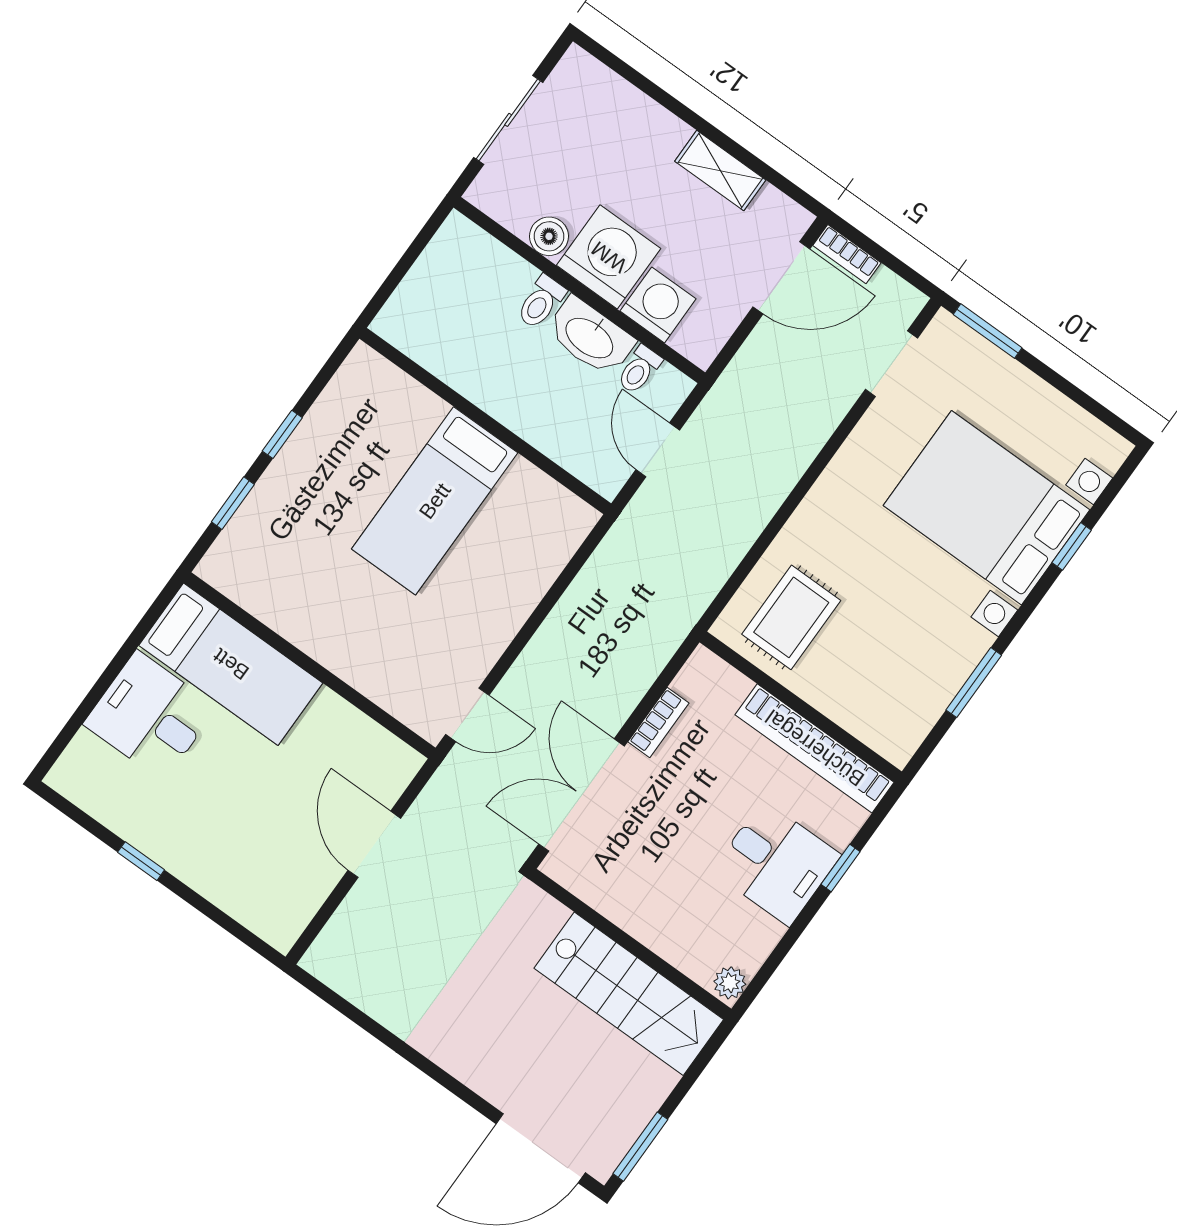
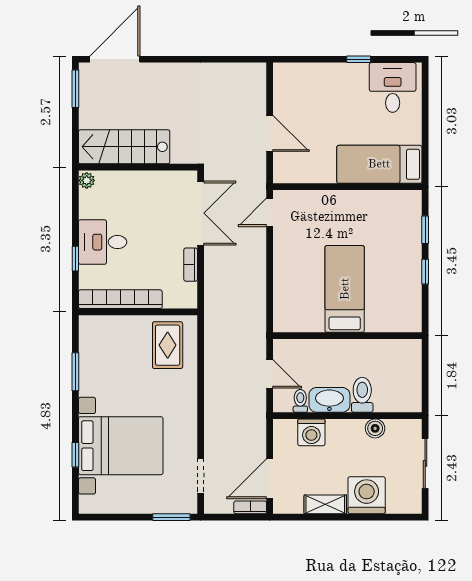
washing machine: (609, 257) -> (367, 495), moved, turned 180
toilet: (541, 302) -> (362, 395), width x1.37, depth x1.39
desk: (150, 716) -> (393, 87), moved, turned -90

